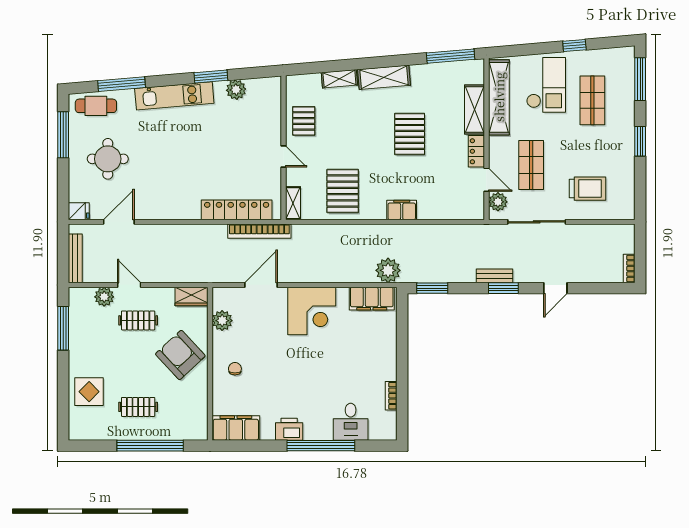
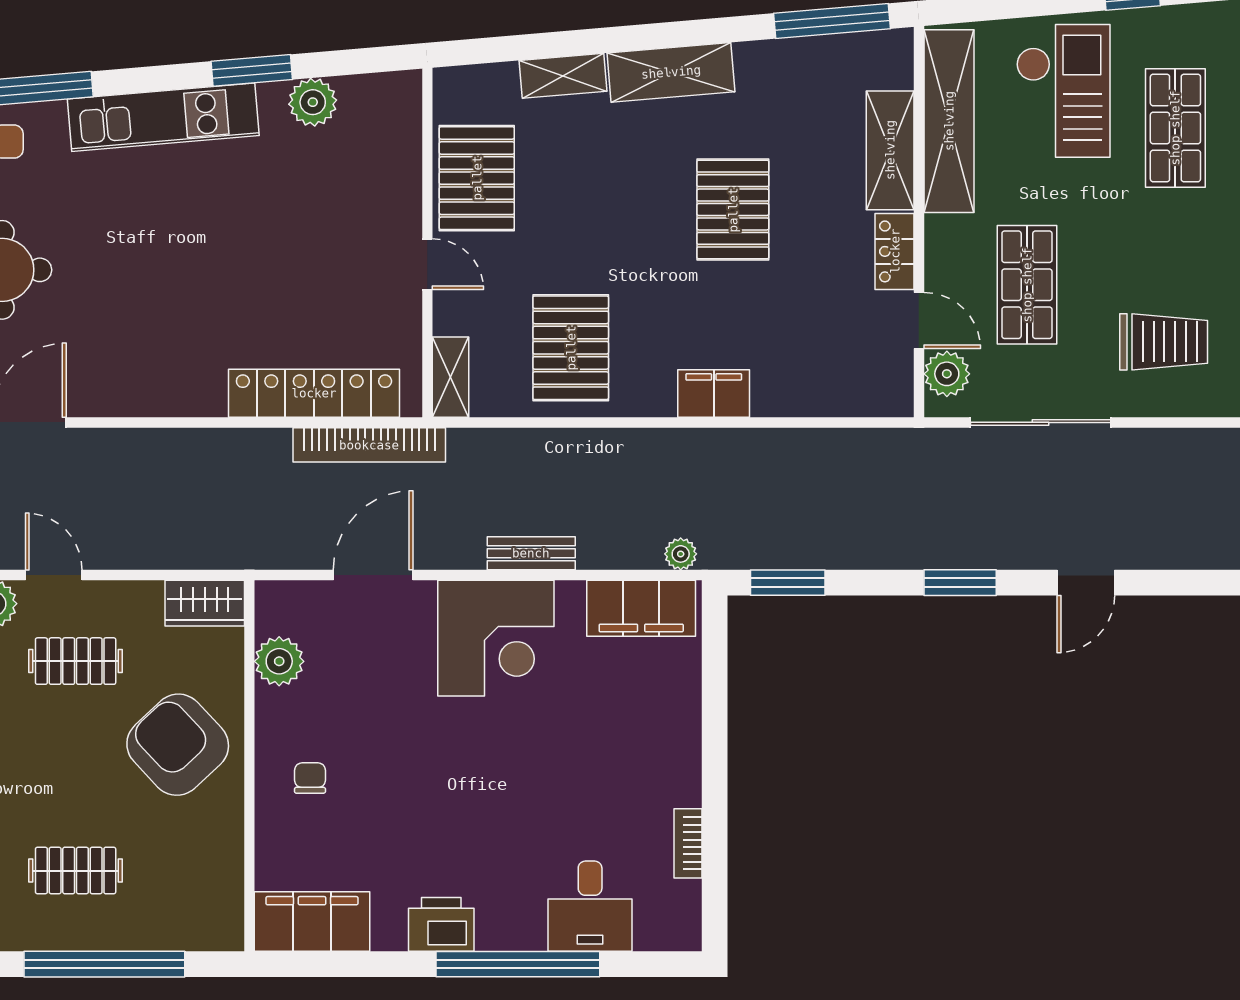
pallet: (304, 121) -> (477, 178), width x1.50, depth x1.42
plant: (388, 270) -> (681, 554), width x0.53, depth x0.53
bench: (495, 276) -> (531, 553), moved

